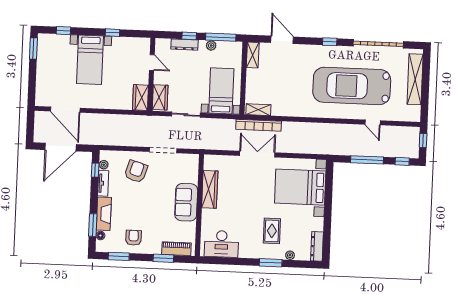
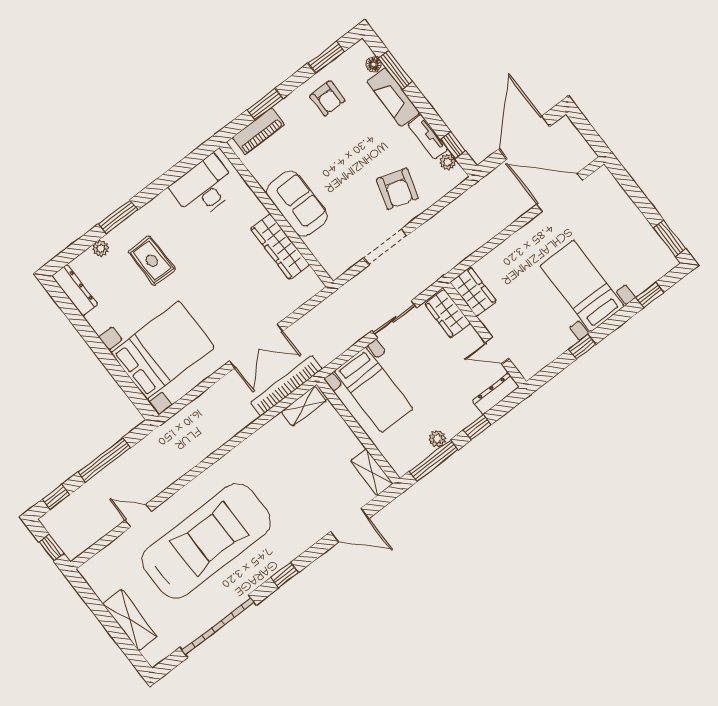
dresser: (185, 45) -> (496, 394), moved
shelving: (415, 79) -> (130, 620), width x0.68

